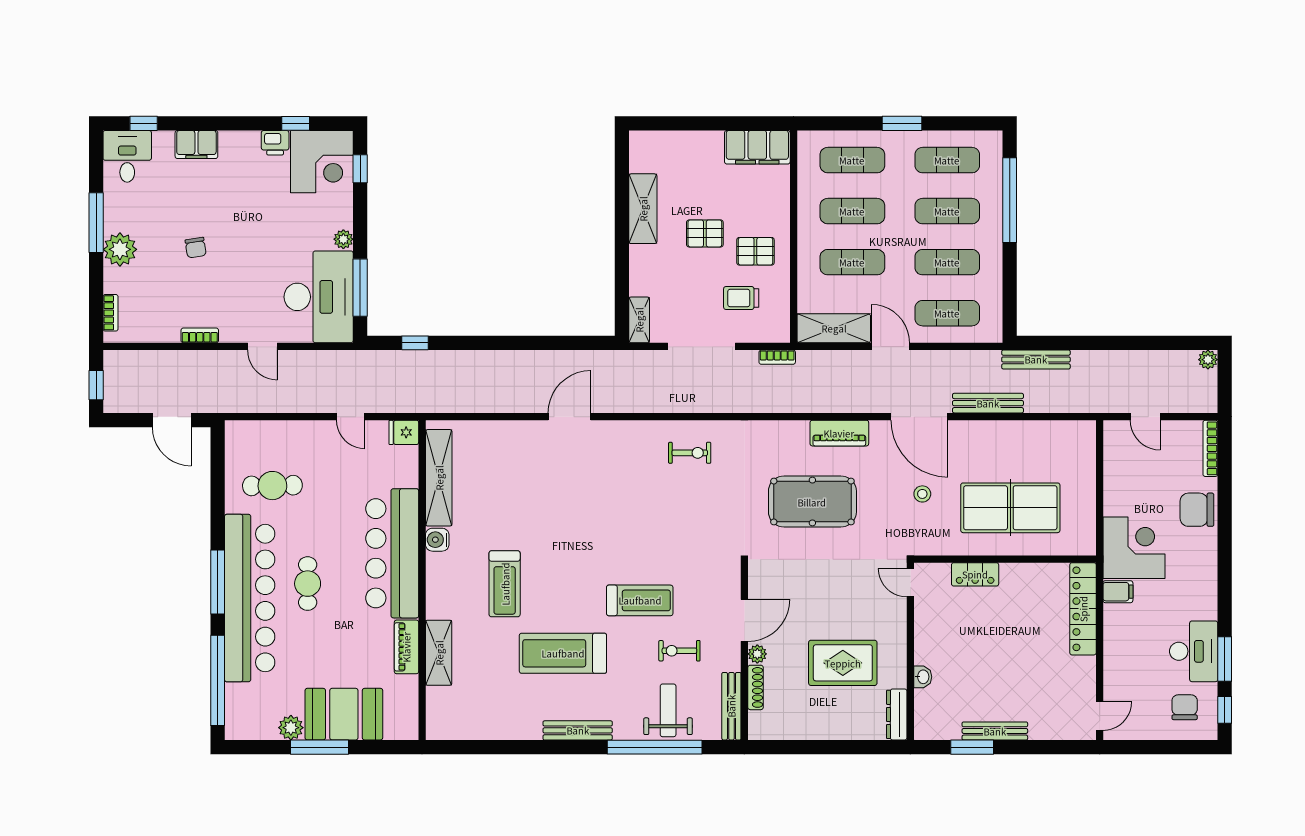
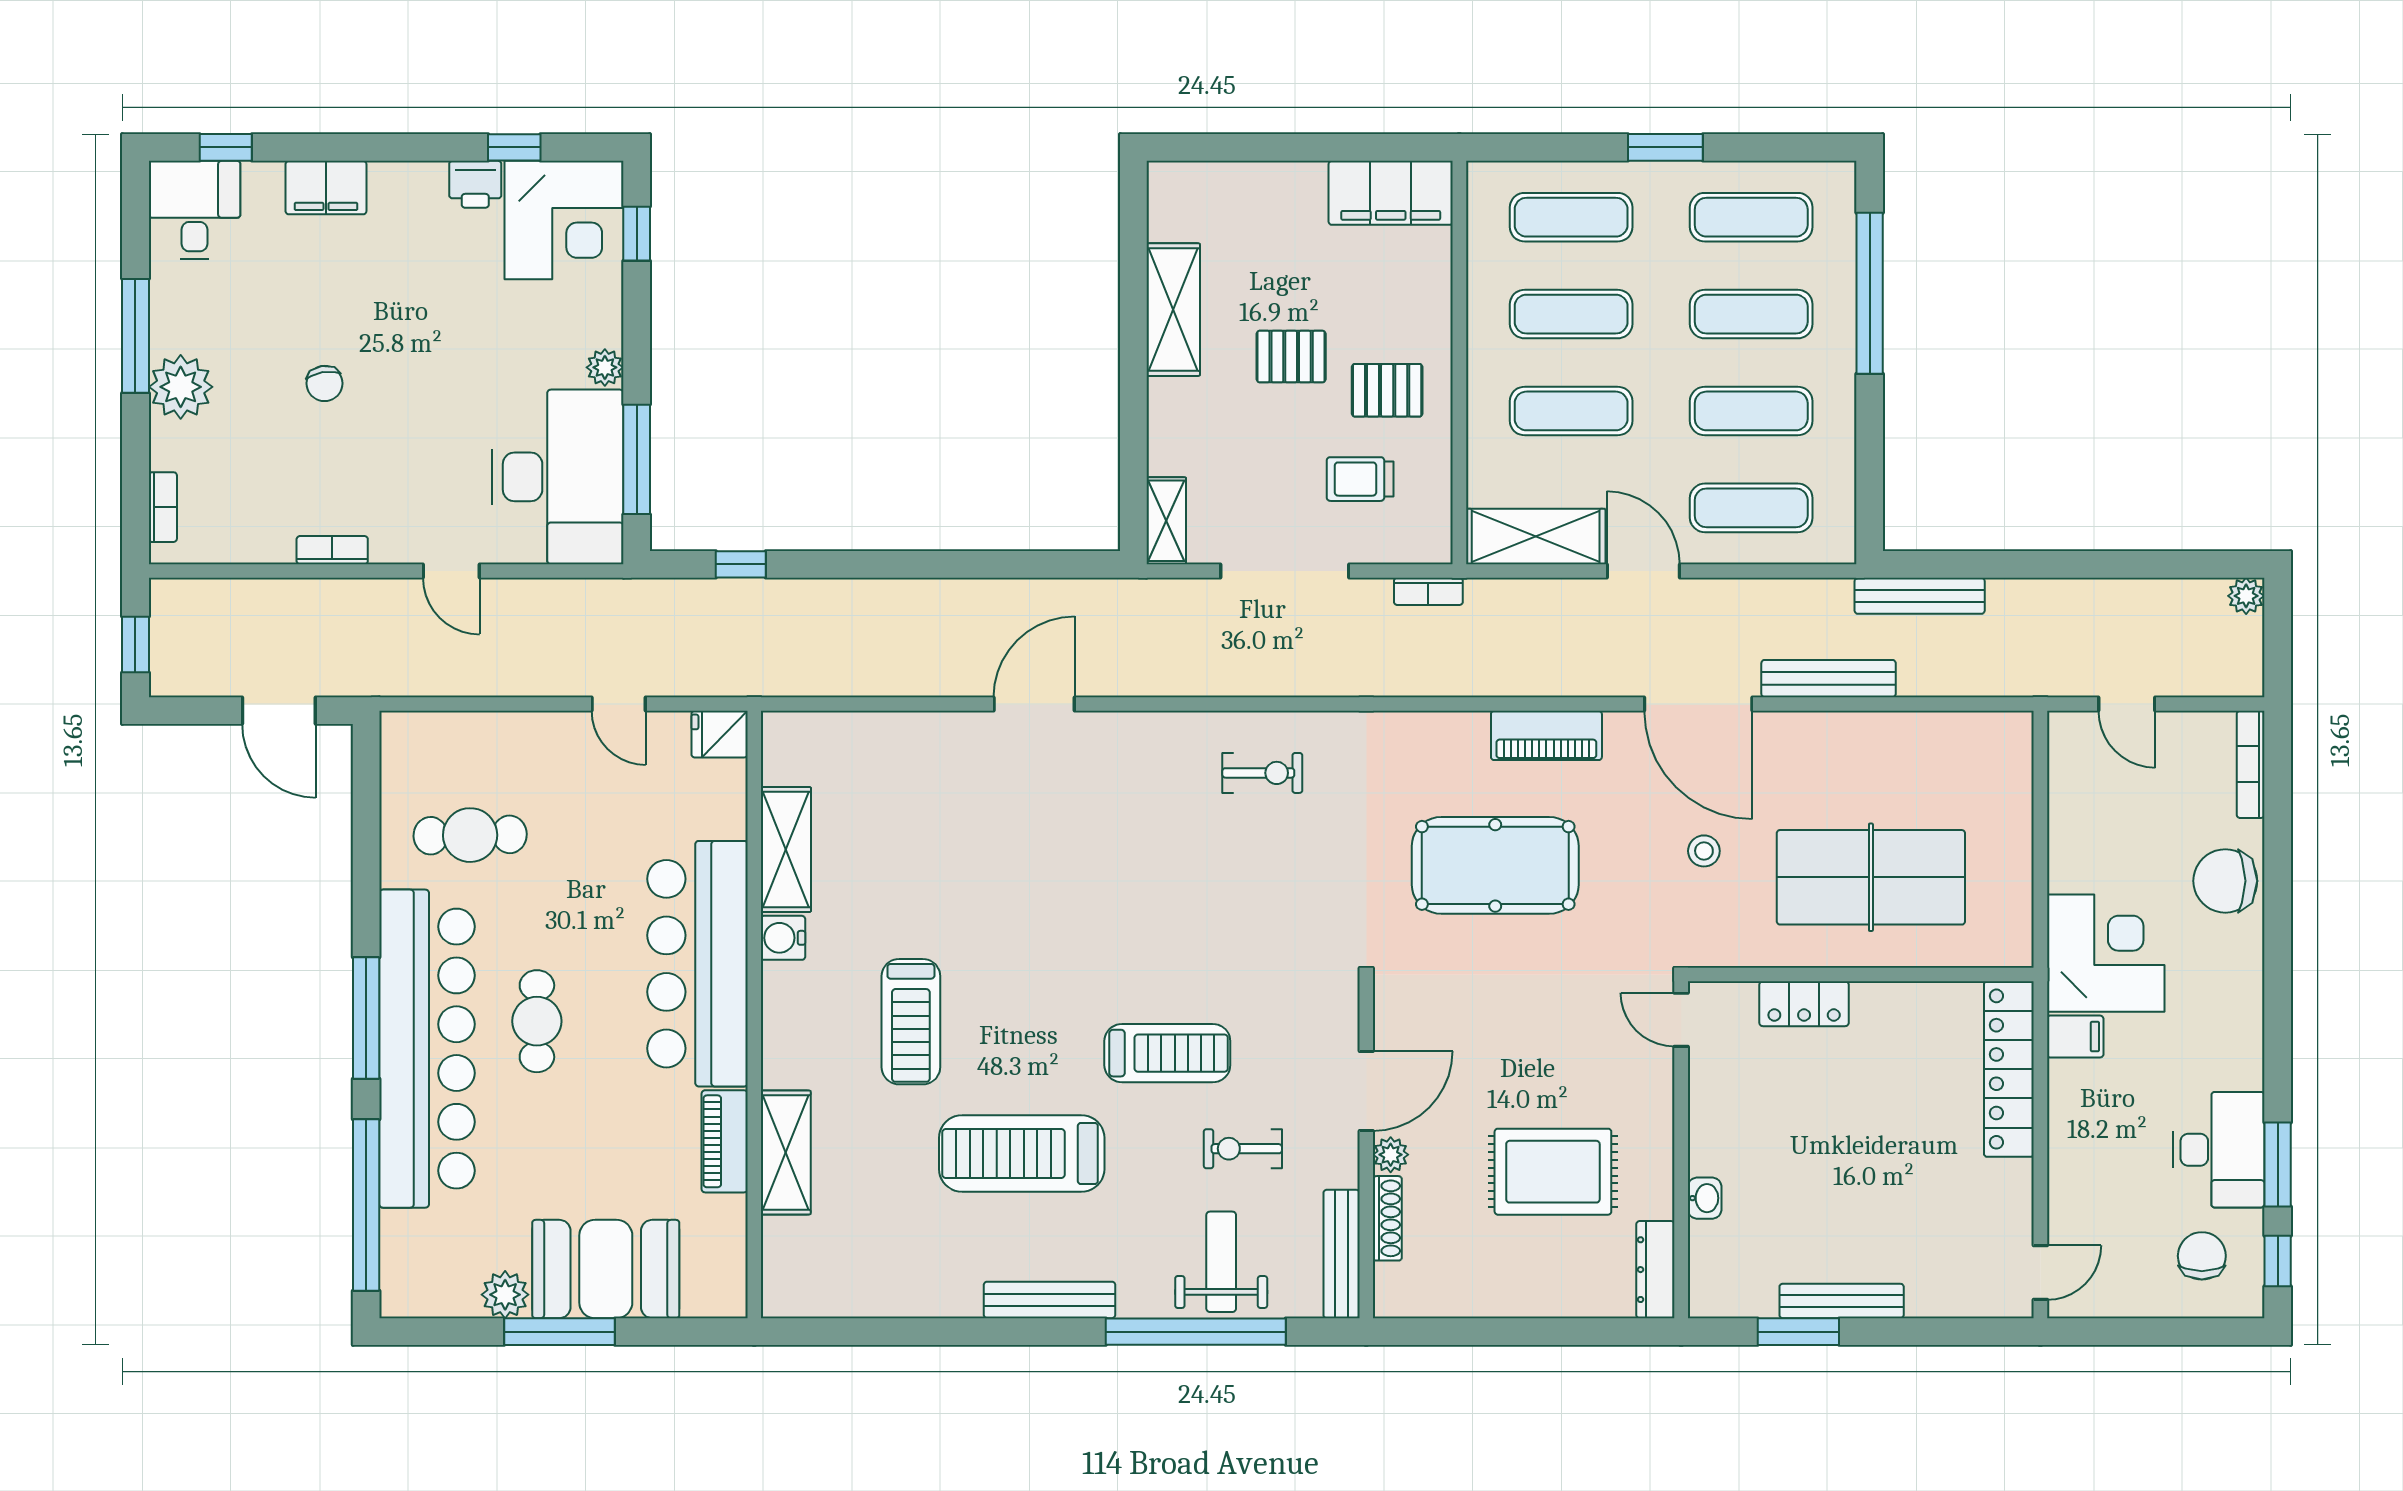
shelving: (439, 478) -> (786, 850), width x0.68

